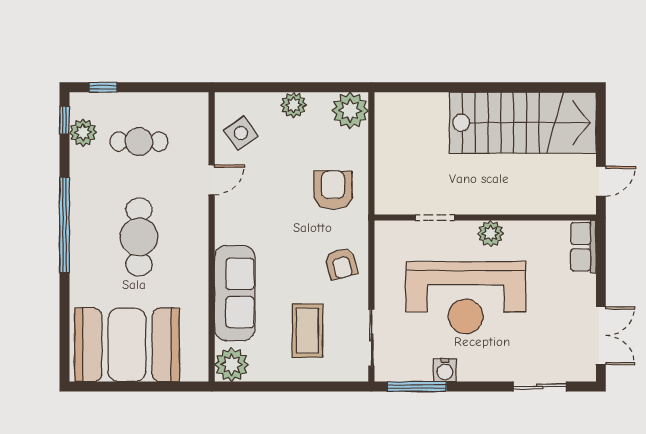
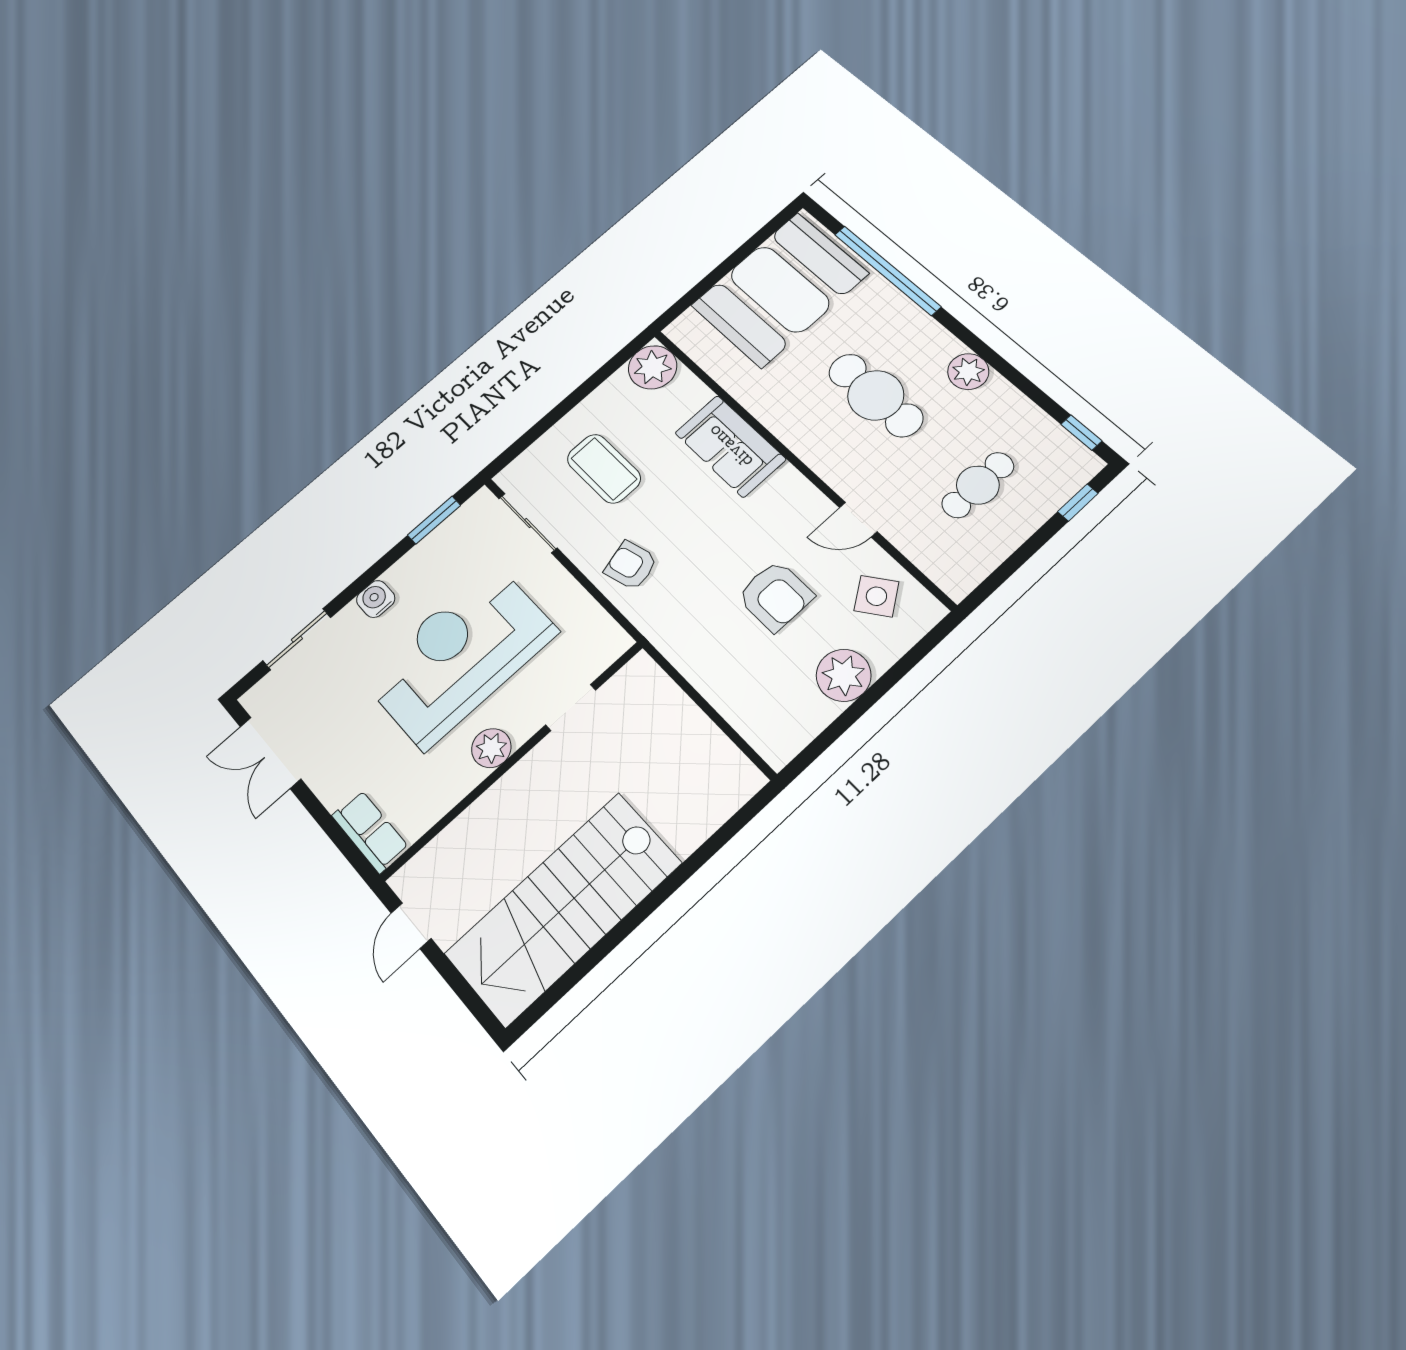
plant: (294, 105) -> (844, 675), width x1.36, depth x1.36
plant: (350, 111) -> (778, 734), removed
plant: (83, 133) -> (968, 372), moved
door: (212, 180) -> (858, 520), hinge flipped
armchair: (333, 190) -> (775, 596), moved
window: (64, 225) -> (887, 270), moved
sofa: (235, 293) -> (730, 446), width x0.73
water cooler: (445, 370) -> (376, 599), moved
window: (417, 387) -> (434, 520), width x0.69

